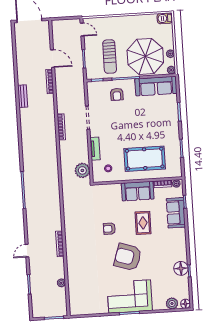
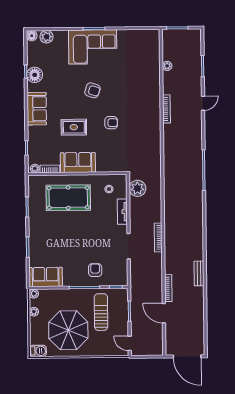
parasol: (145, 56) -> (68, 330), moved
sofa: (156, 86) -> (46, 277), width x0.73
sofa: (176, 213) -> (37, 109), moved
rug: (143, 223) -> (74, 127), turned 90
armchair: (128, 257) -> (92, 90), width x0.53, depth x0.53

